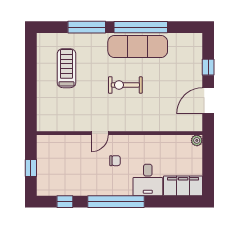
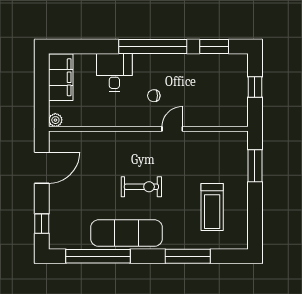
window: (141, 27) -> (98, 256), moved
window: (208, 67) -> (42, 224), moved
window: (31, 102) -> (255, 166), added
filing cabinet: (183, 186) -> (61, 77), moved, turned -90
window: (65, 202) -> (214, 46), width x1.50

